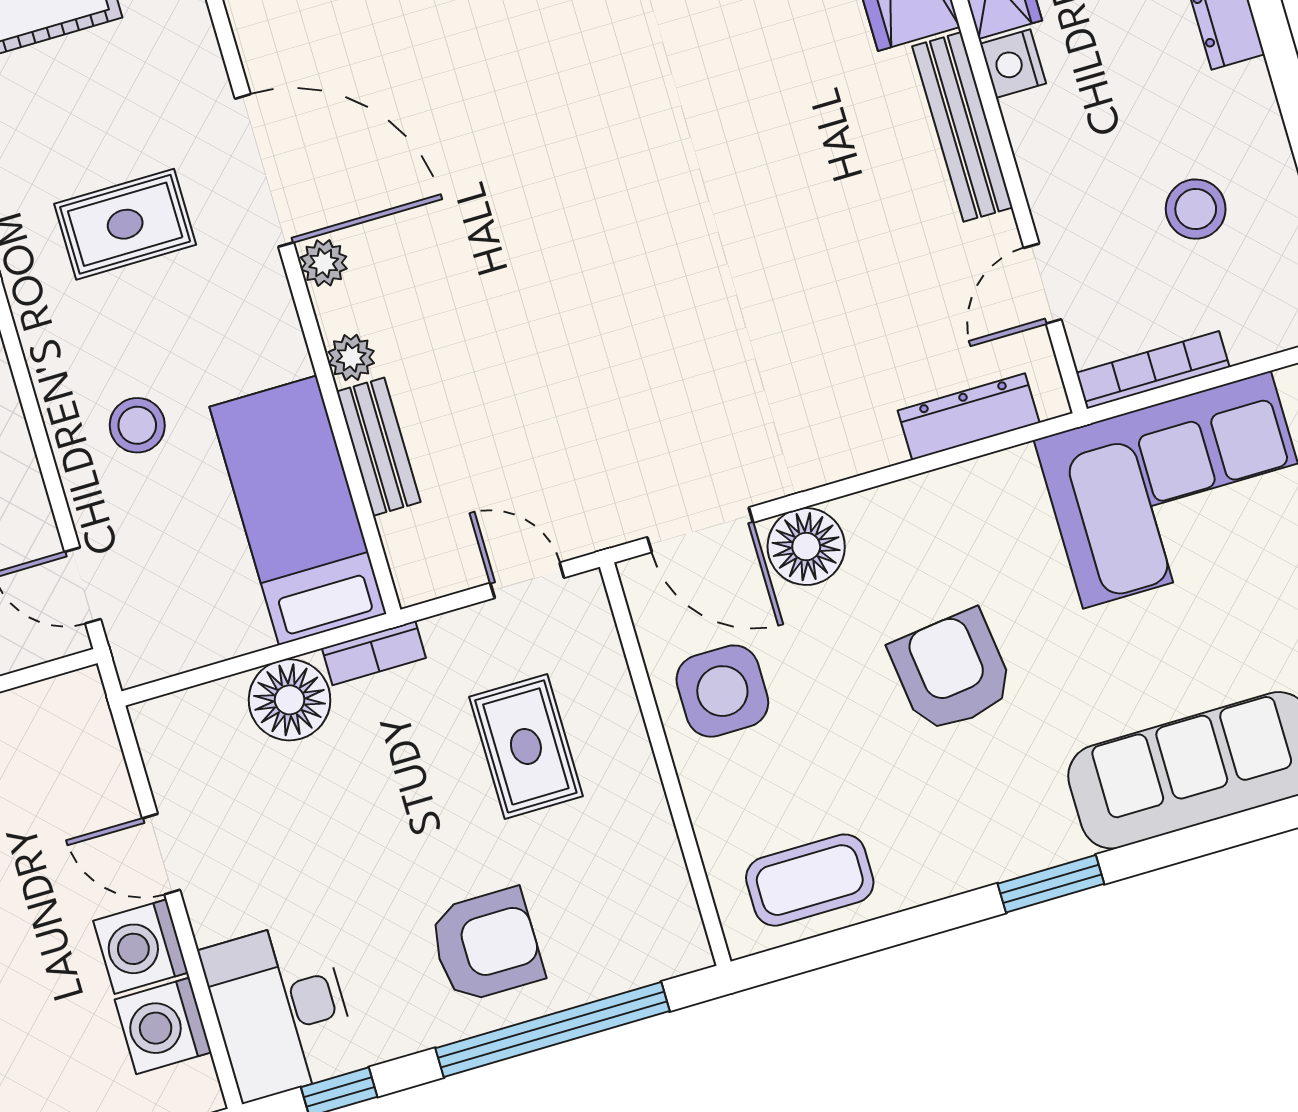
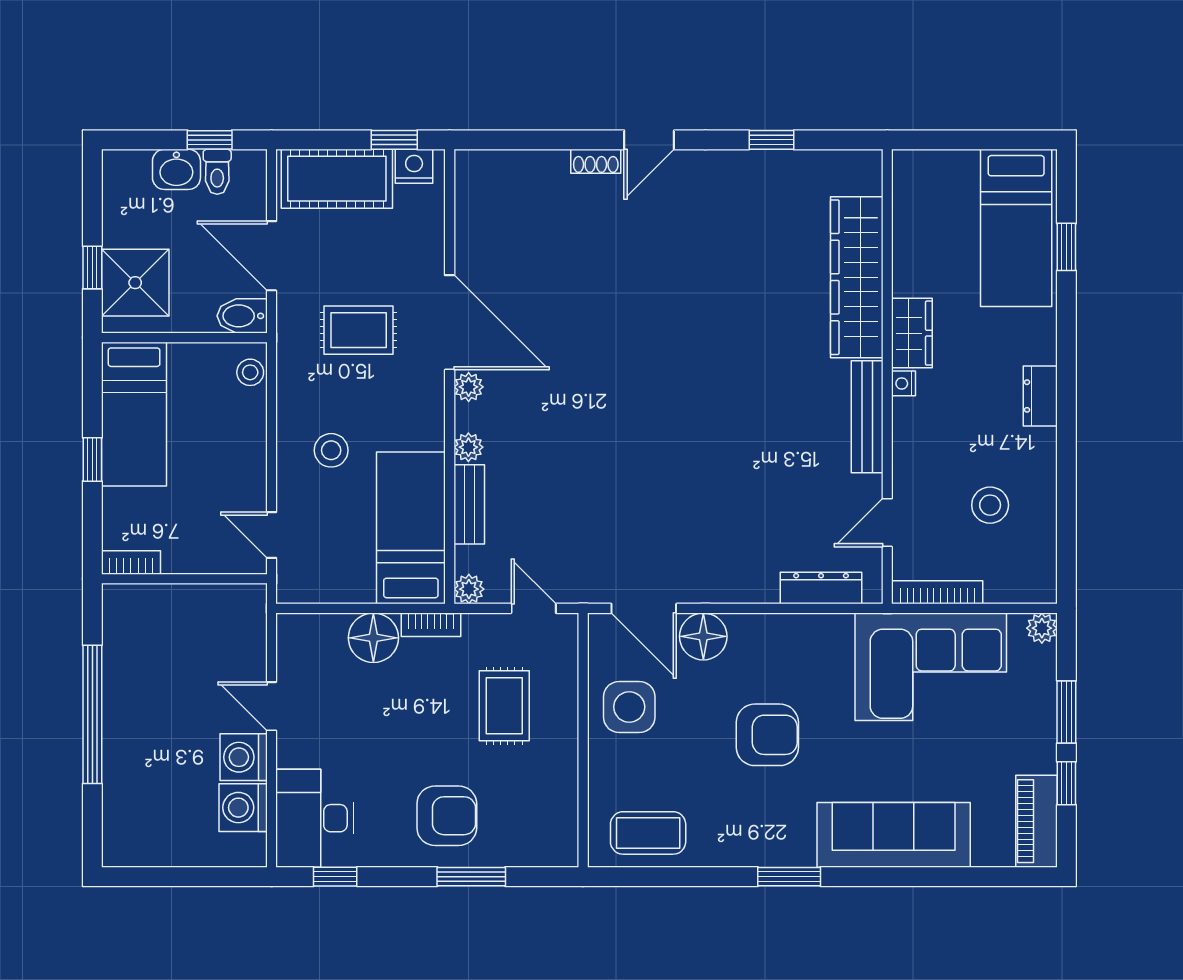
nightstand: (1013, 64) -> (904, 383), width x0.72, depth x0.74
plant: (417, 580) -> (469, 589), added
armchair: (952, 671) -> (767, 735), turned 97
window: (552, 1030) -> (471, 877), width x0.47

